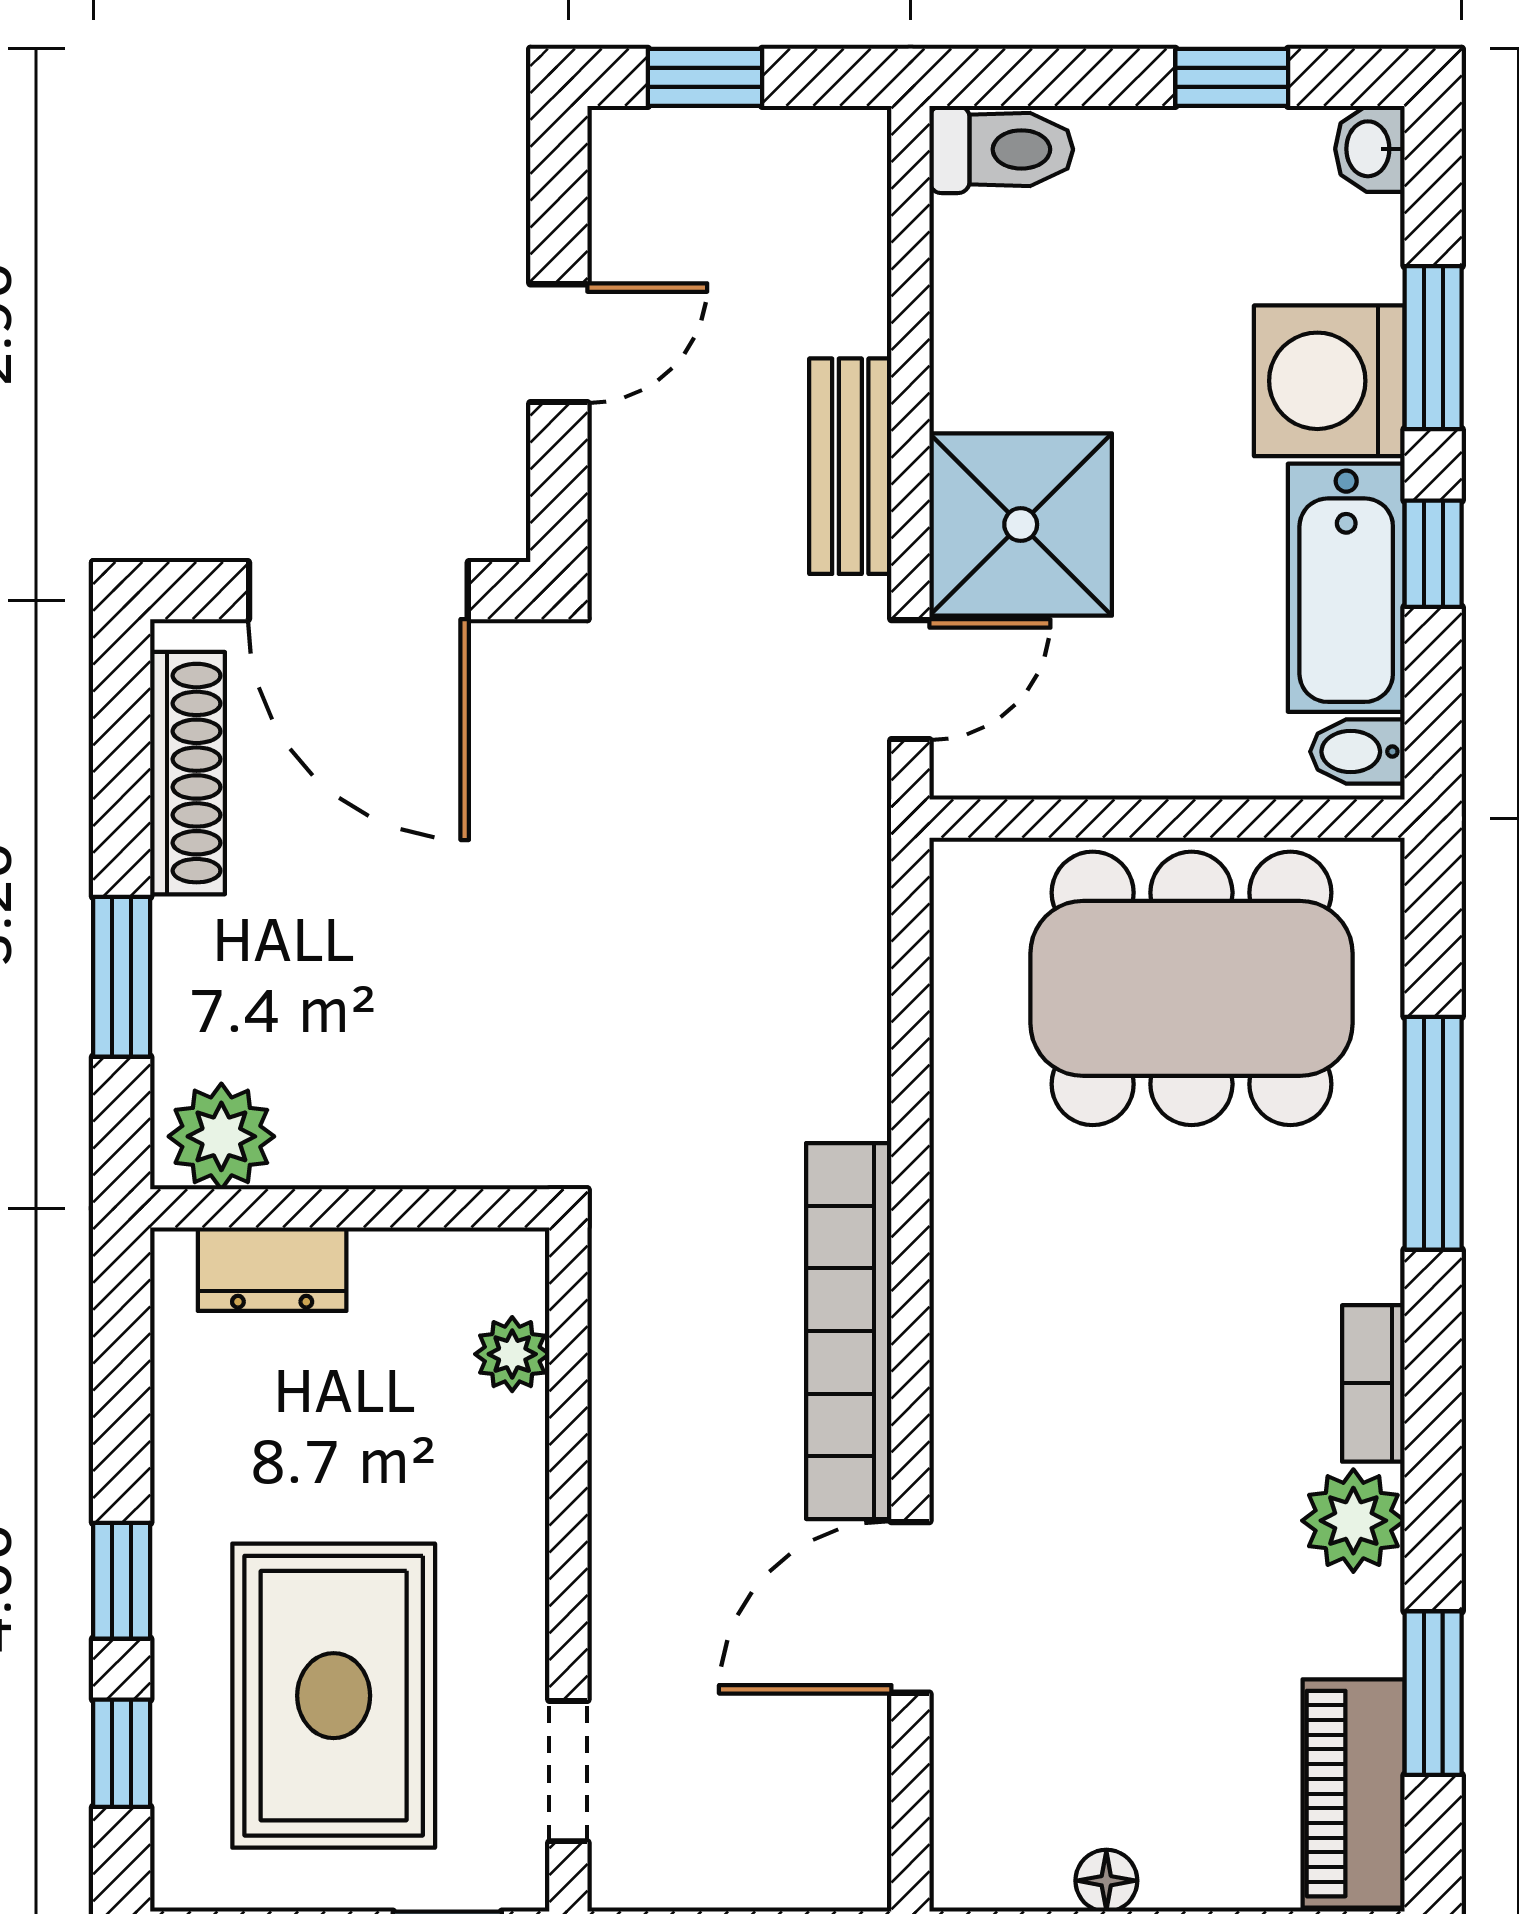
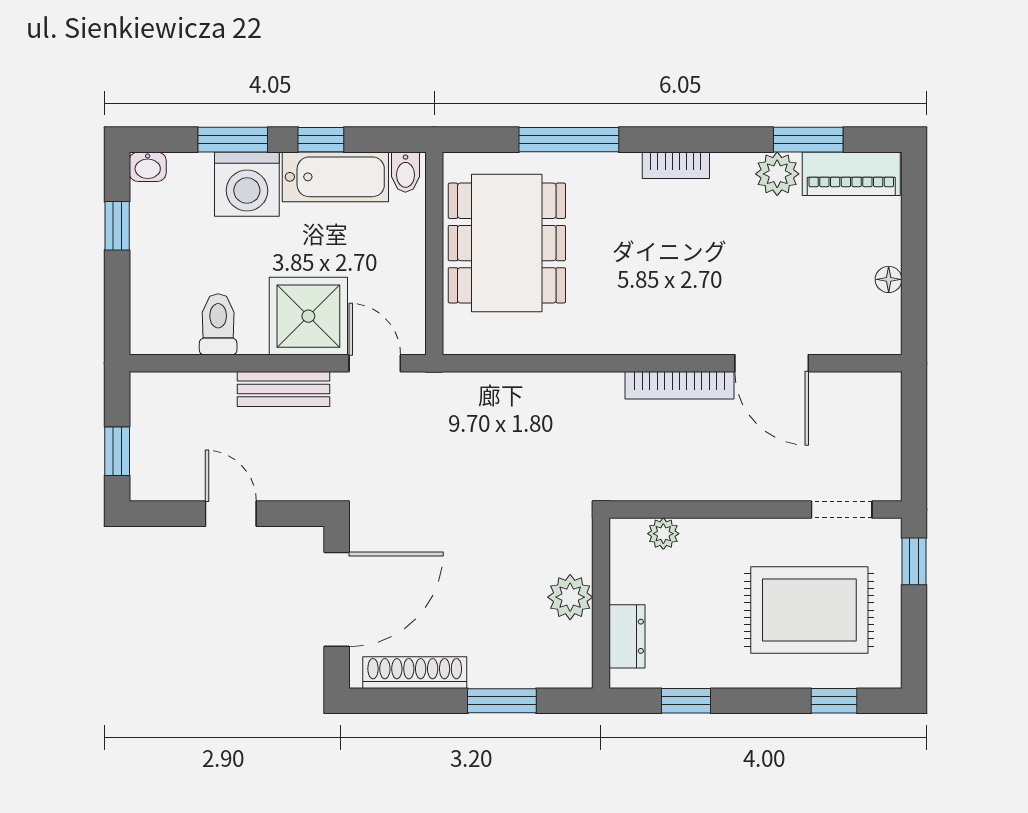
toilet: (1001, 149) -> (218, 324), moved
plant: (221, 1136) -> (570, 597), moved
bookcase: (849, 1331) -> (679, 385), width x0.68, depth x0.76
plant: (1353, 1521) -> (777, 174), moved
window: (122, 1581) -> (686, 701), moved

